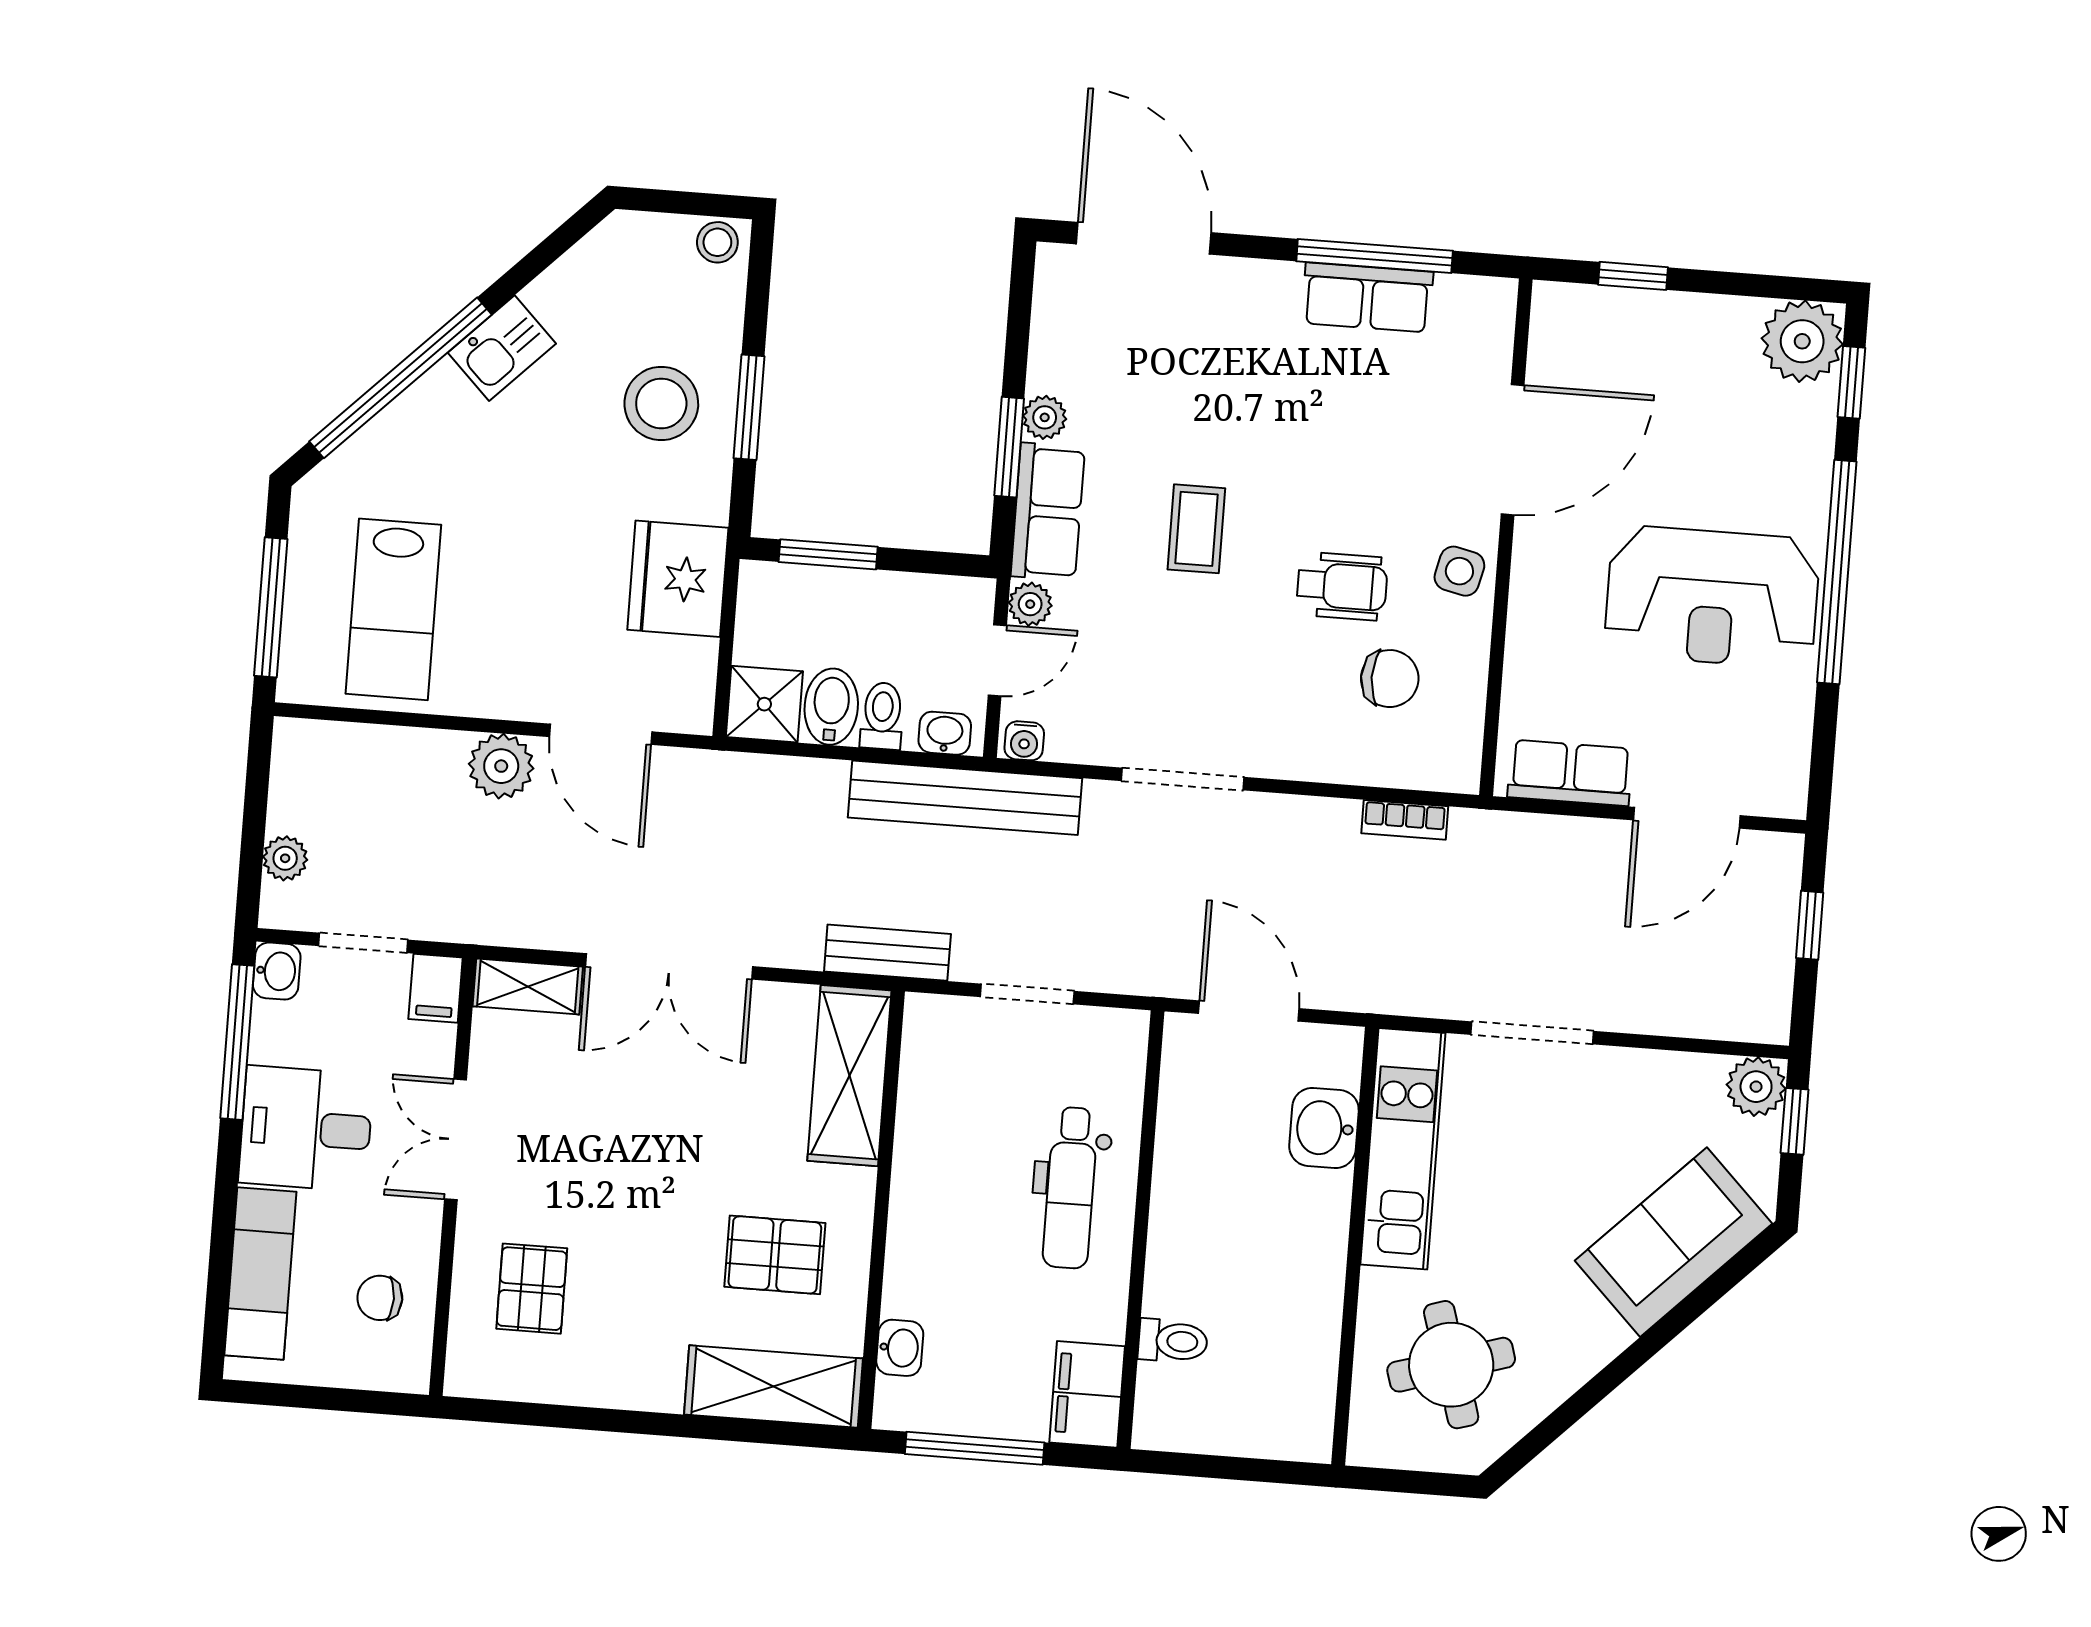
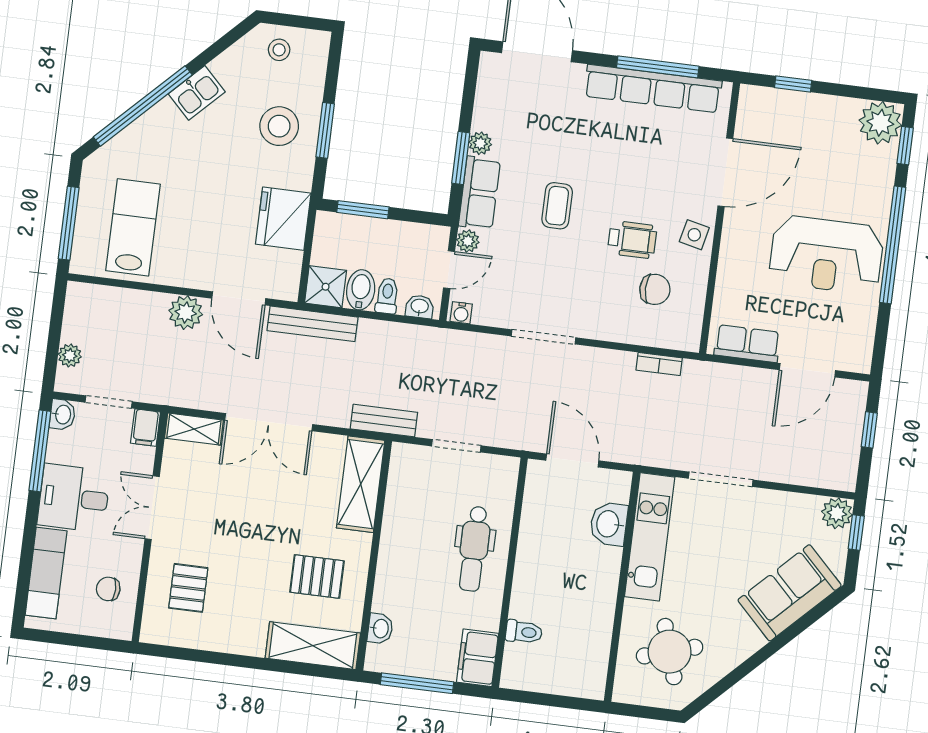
stool: (717, 242) -> (279, 50), moved
row of seats: (1367, 297) -> (653, 89), width x2.02
lab bench: (393, 609) -> (133, 227), turned 180
bench: (965, 798) -> (312, 324), moved, width x0.73, depth x0.82

